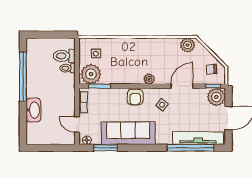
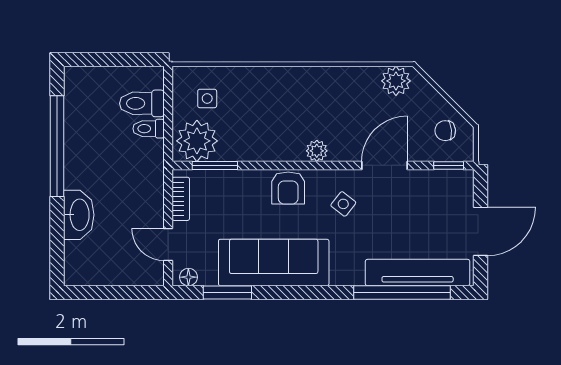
plant: (216, 97) -> (455, 188), removed

